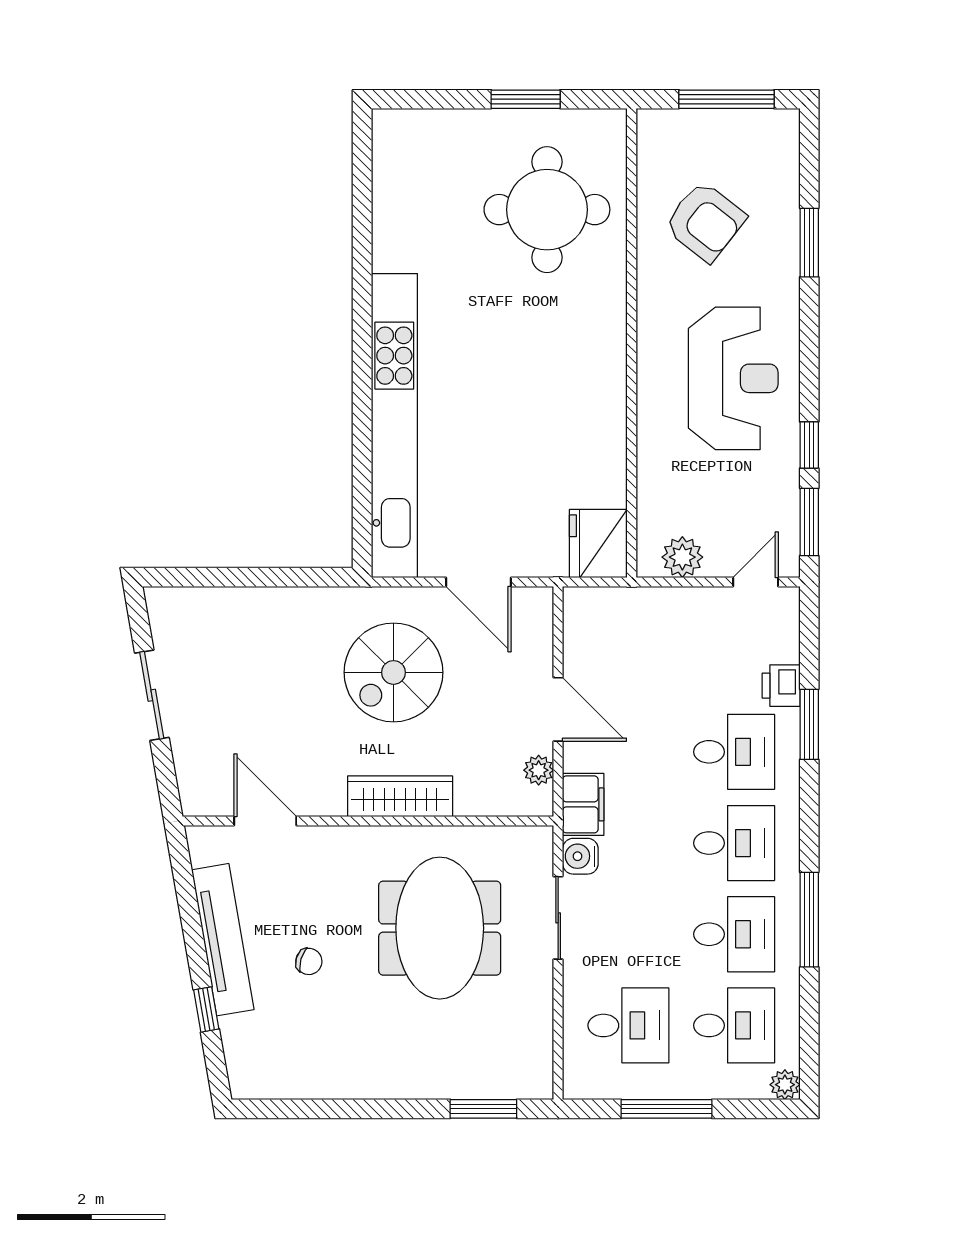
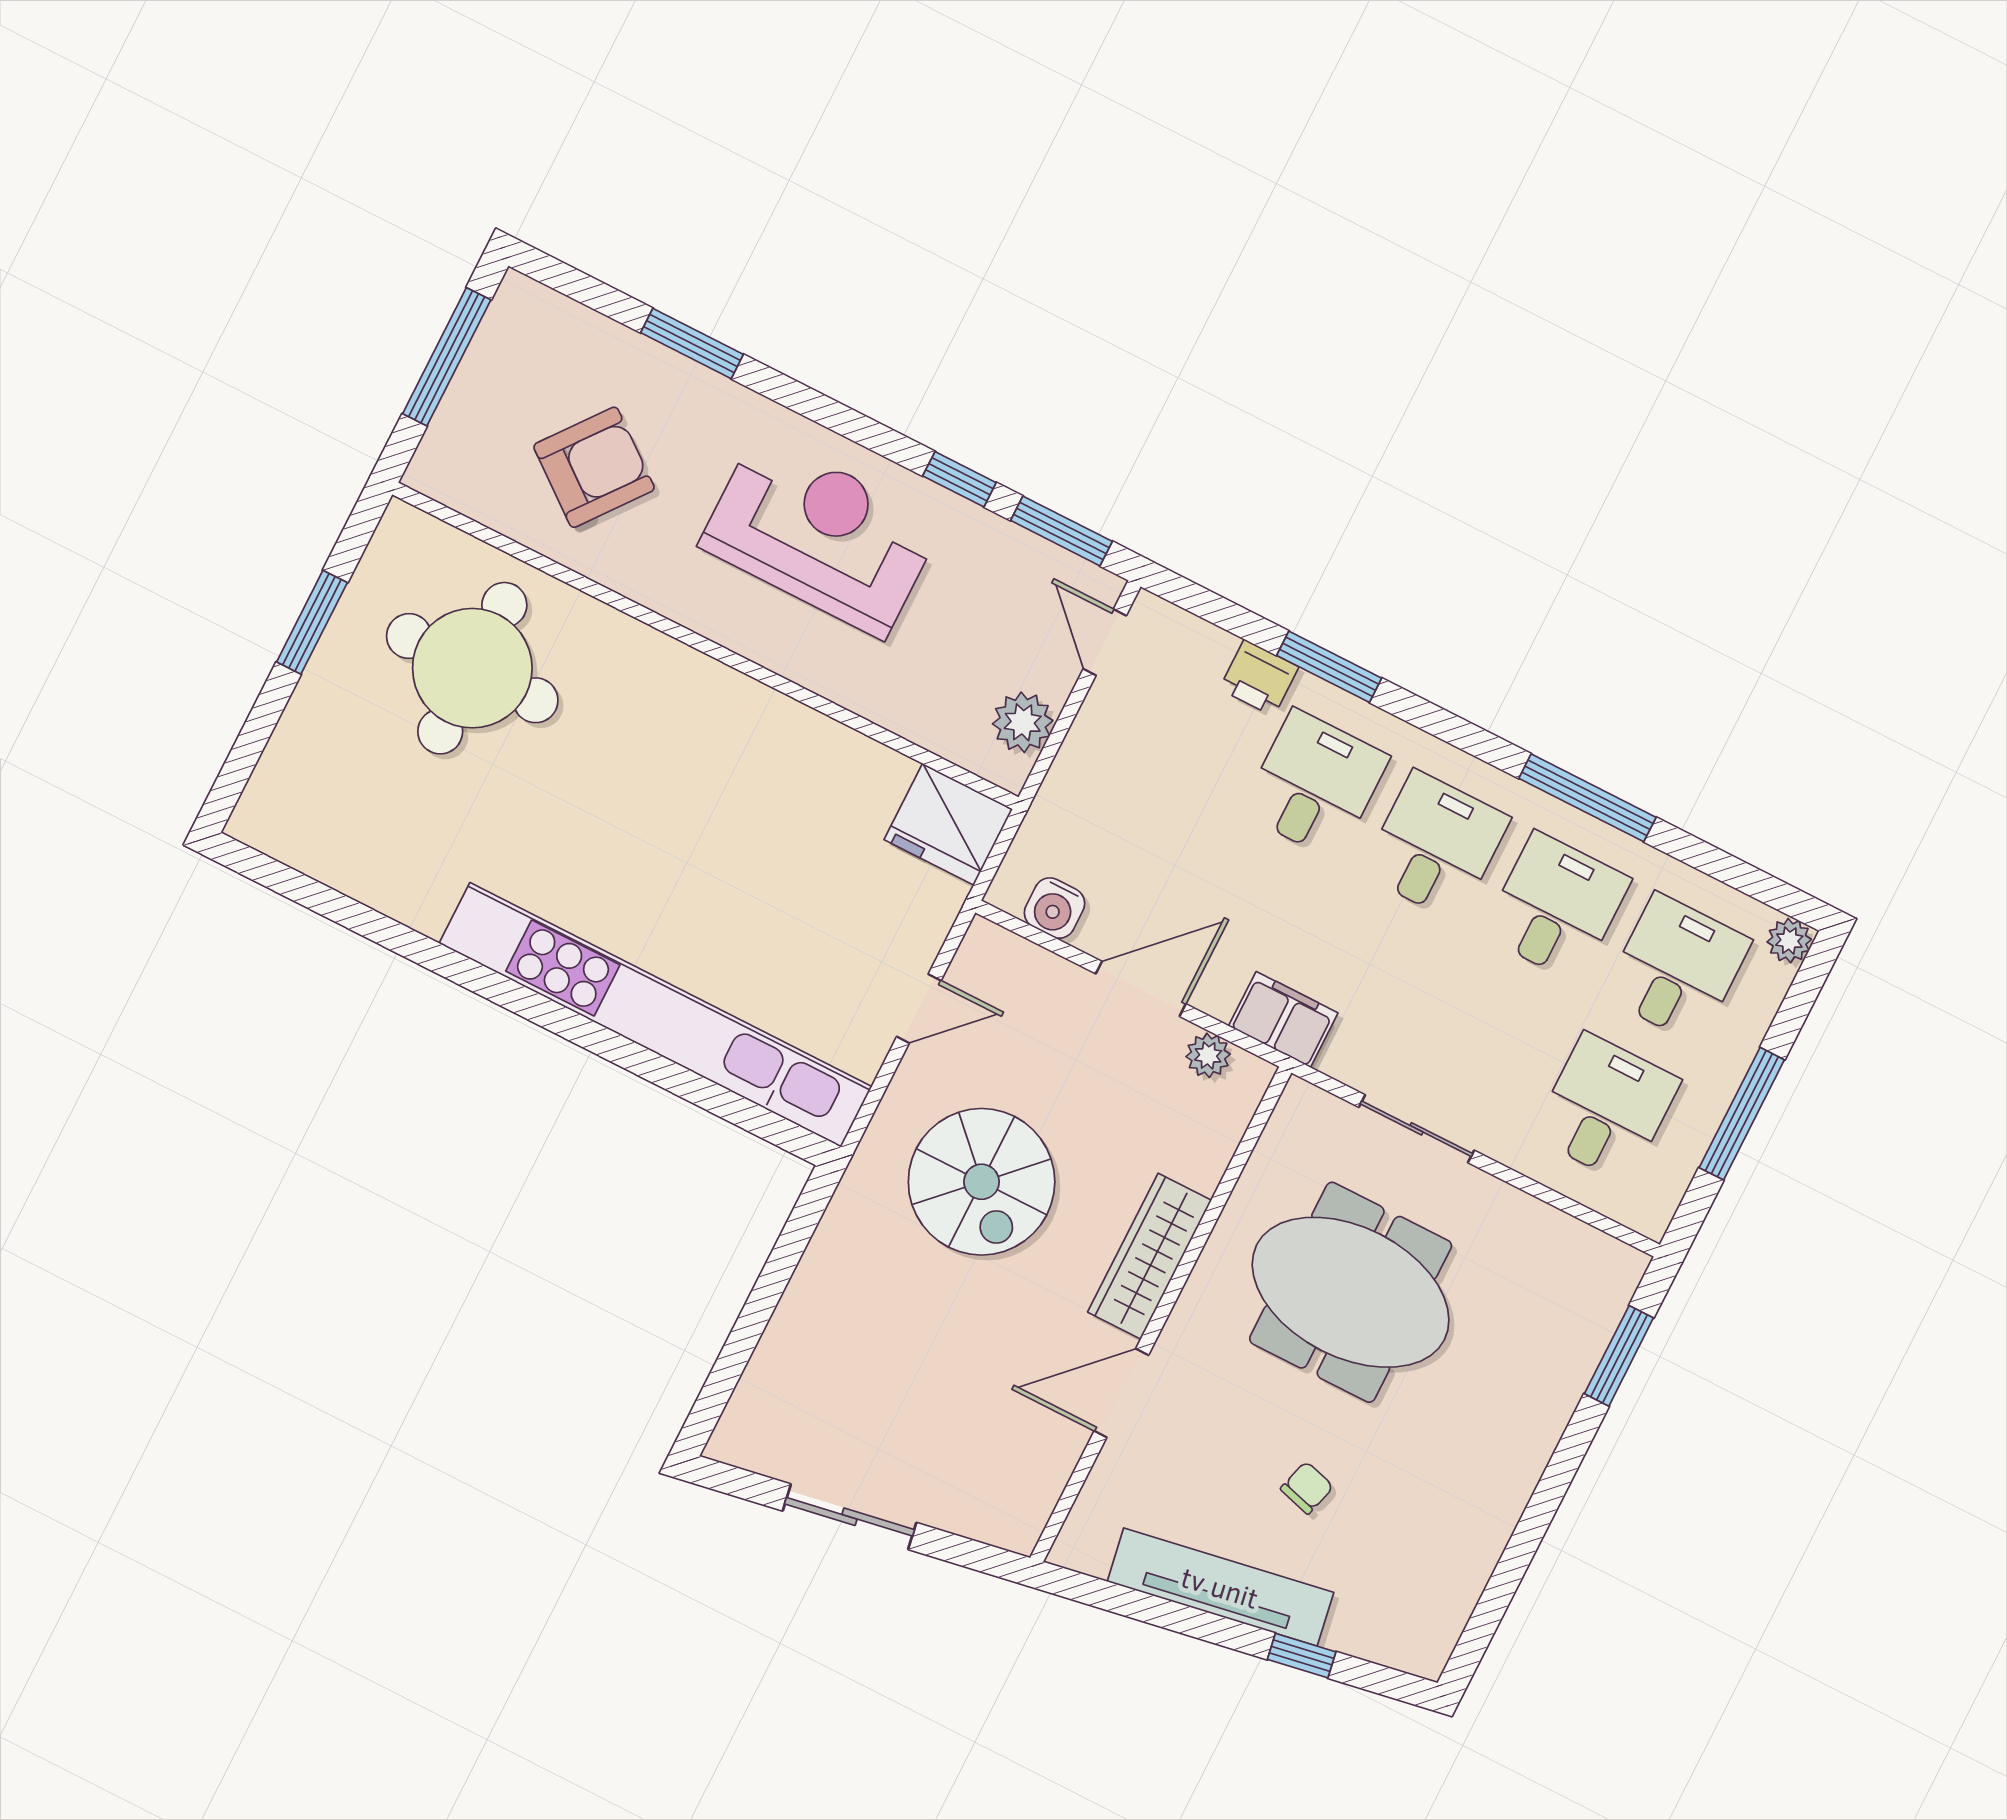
door: (478, 582) -> (919, 1009), width x0.73
door: (265, 821) -> (1121, 1393), moved
water cooler: (580, 856) -> (1055, 908), moved

